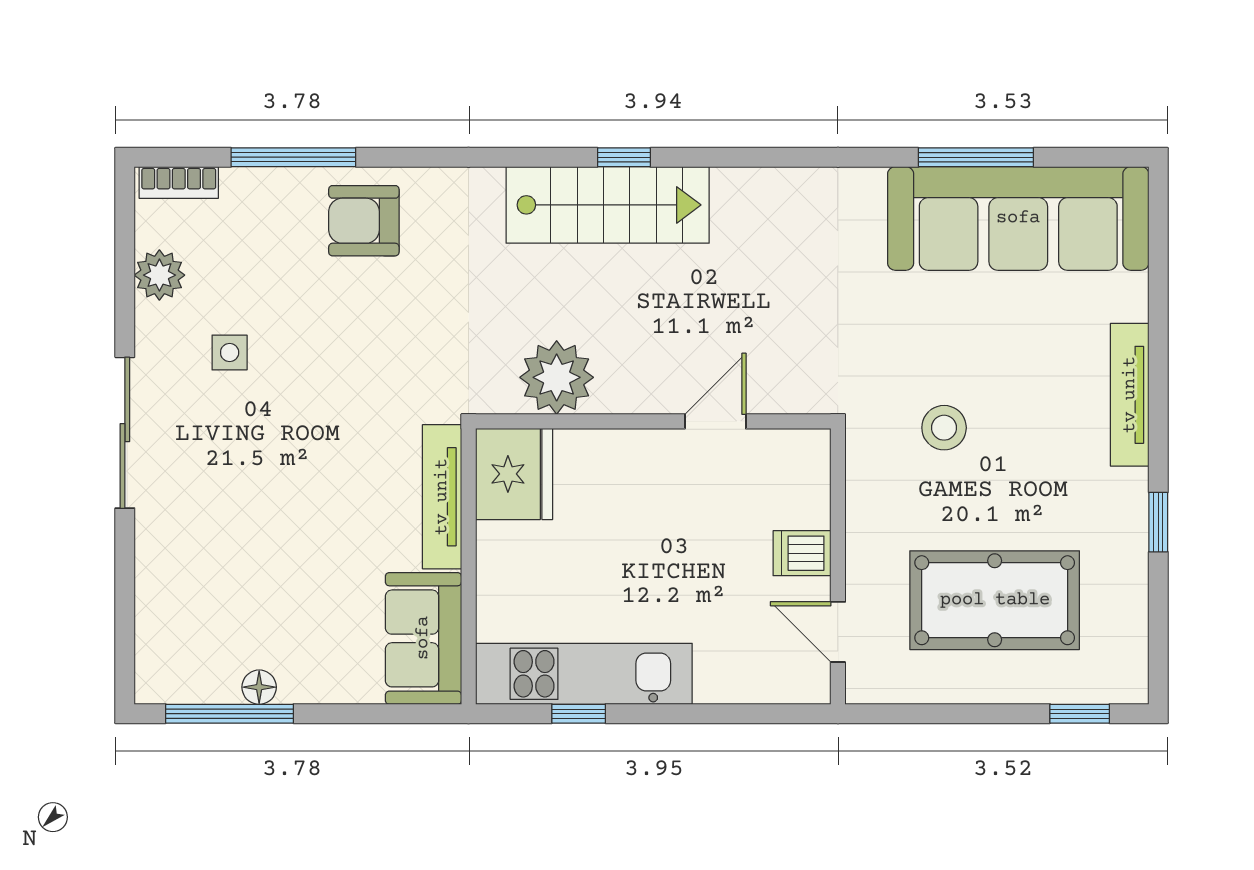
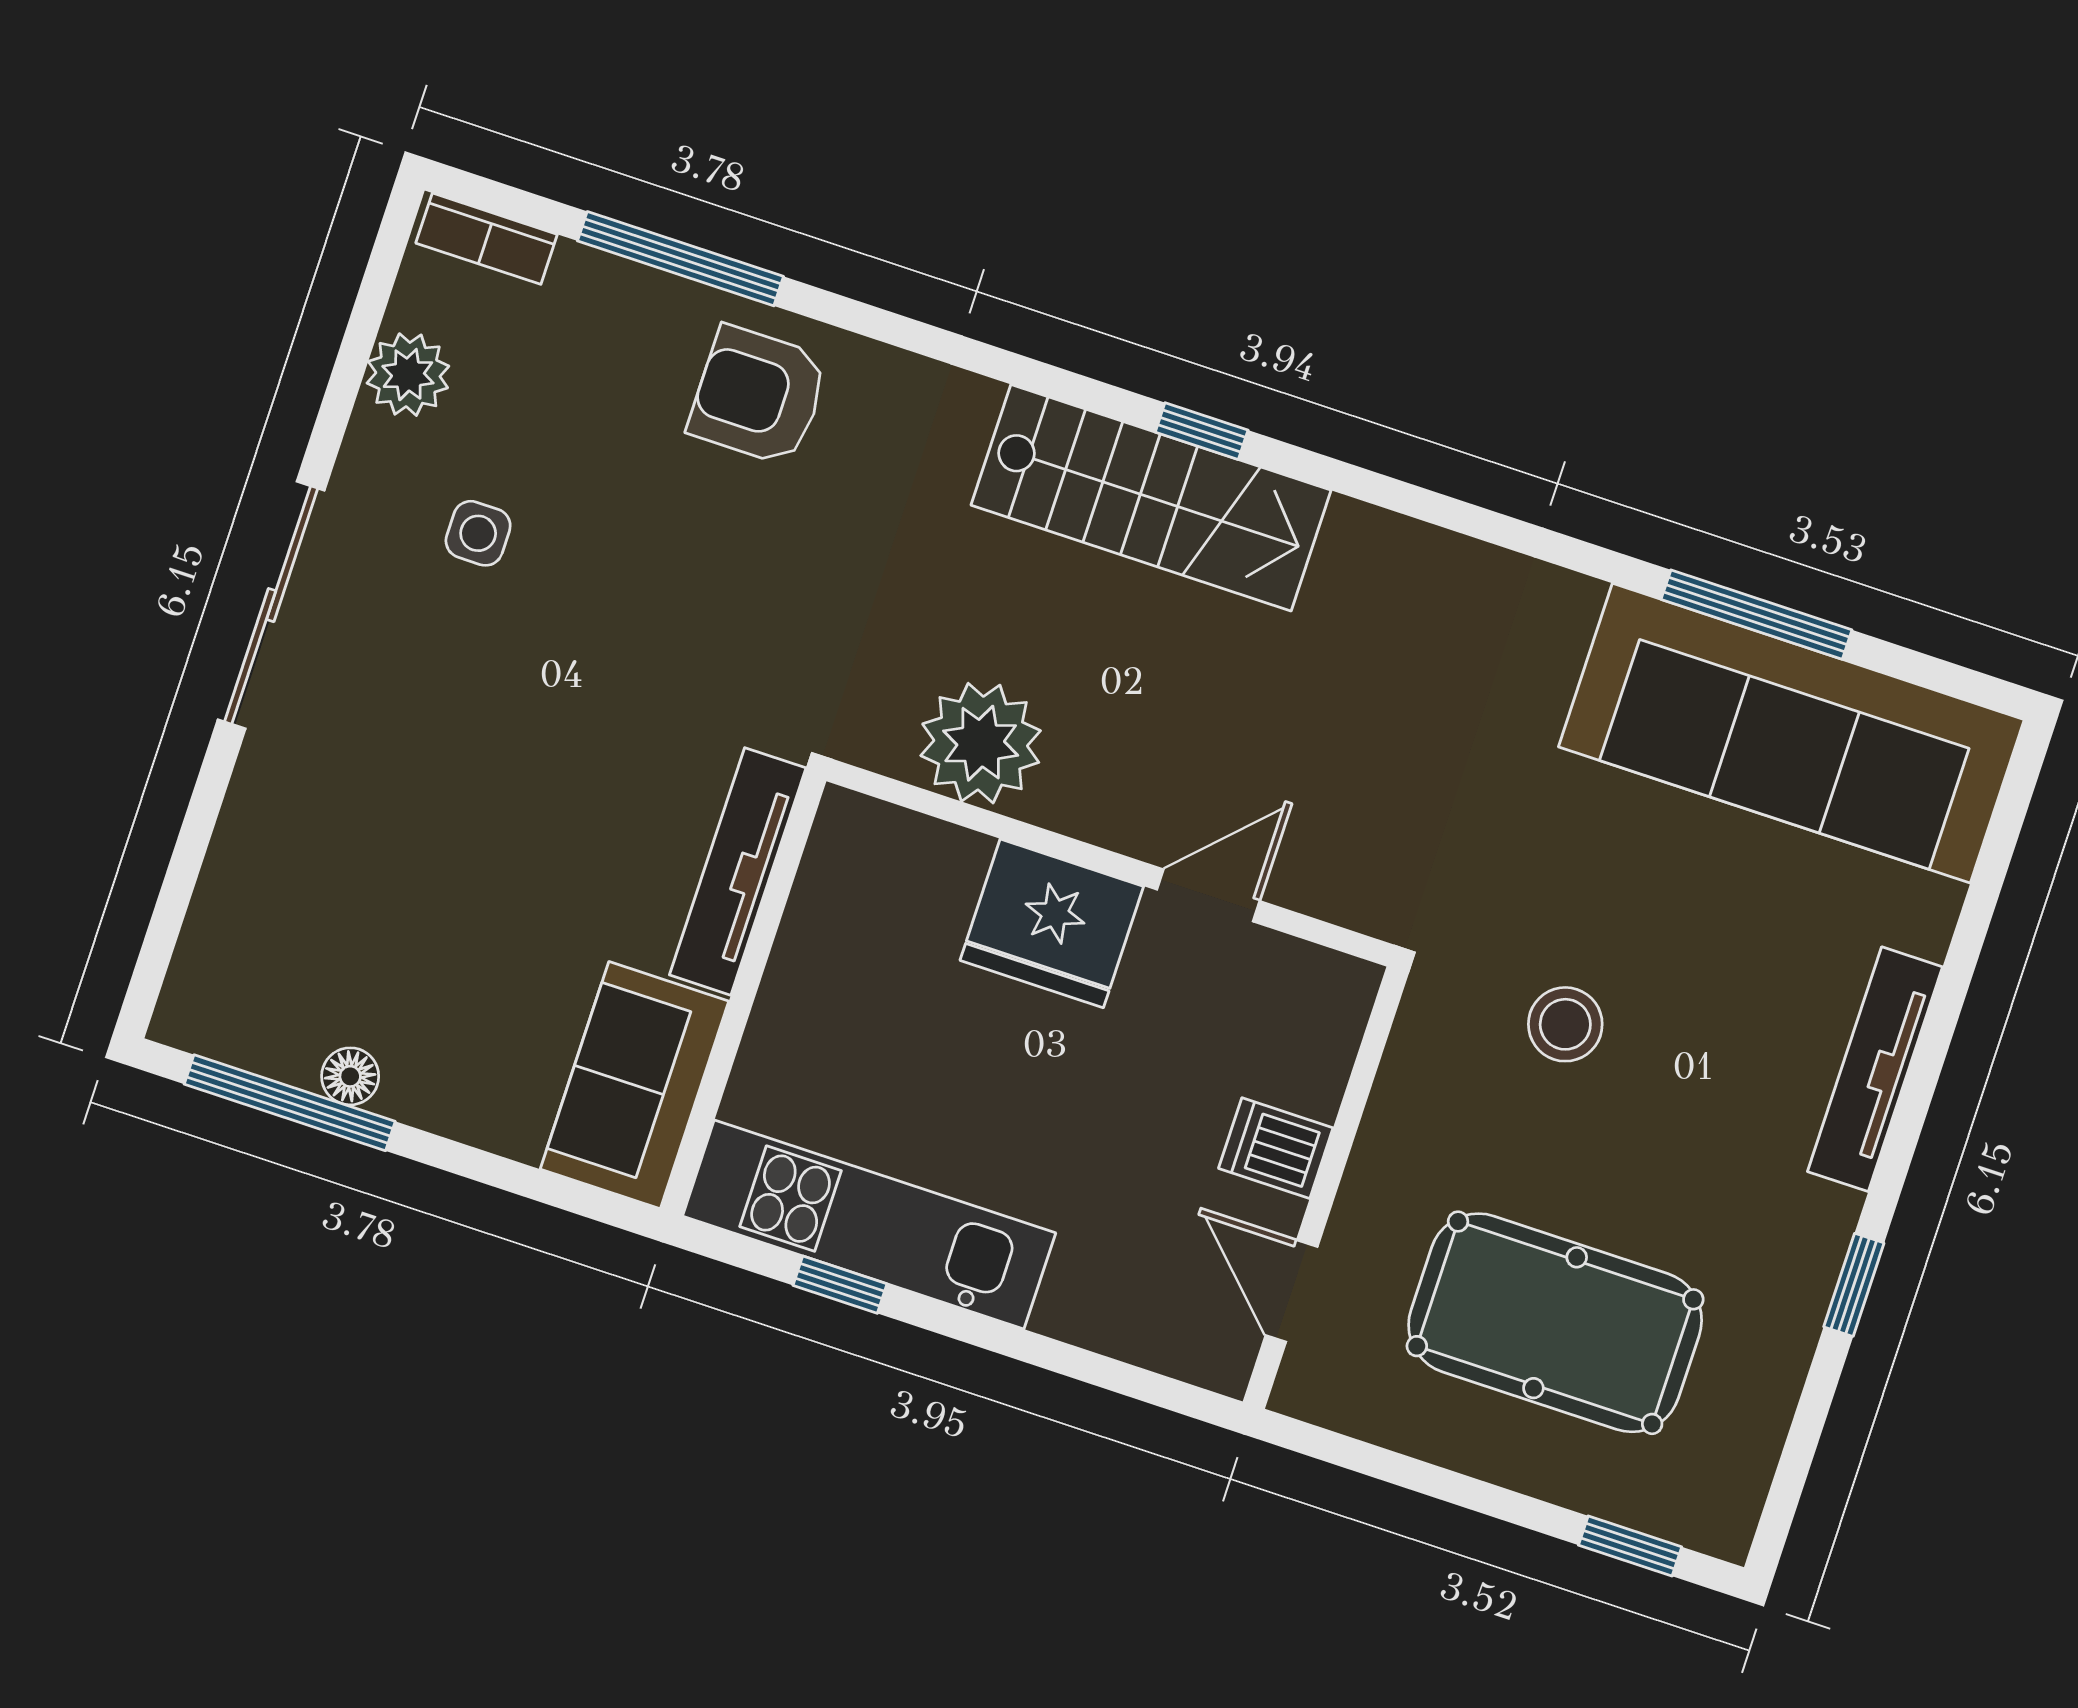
fridge: (514, 474) -> (1052, 923), moved, turned 90

